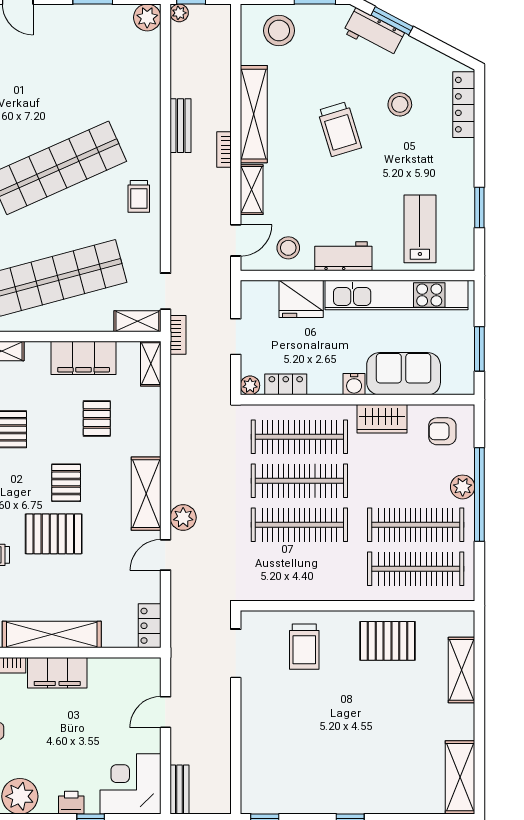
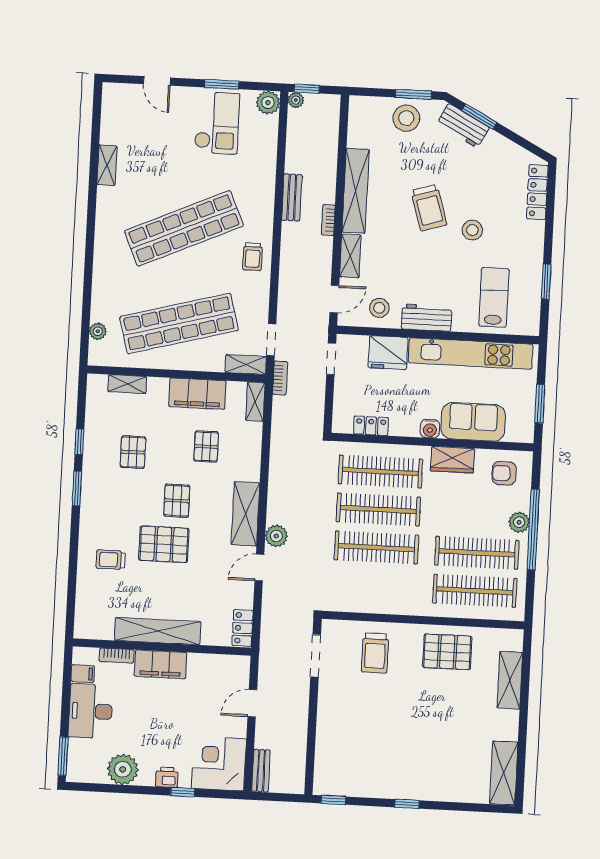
stool: (279, 31) -> (406, 118), moved
checkout: (90, 44) -> (217, 123), added
stool: (400, 104) -> (472, 230), moved
doorway: (236, 337) -> (331, 359), moved
plant: (250, 385) -> (340, 425), removed

